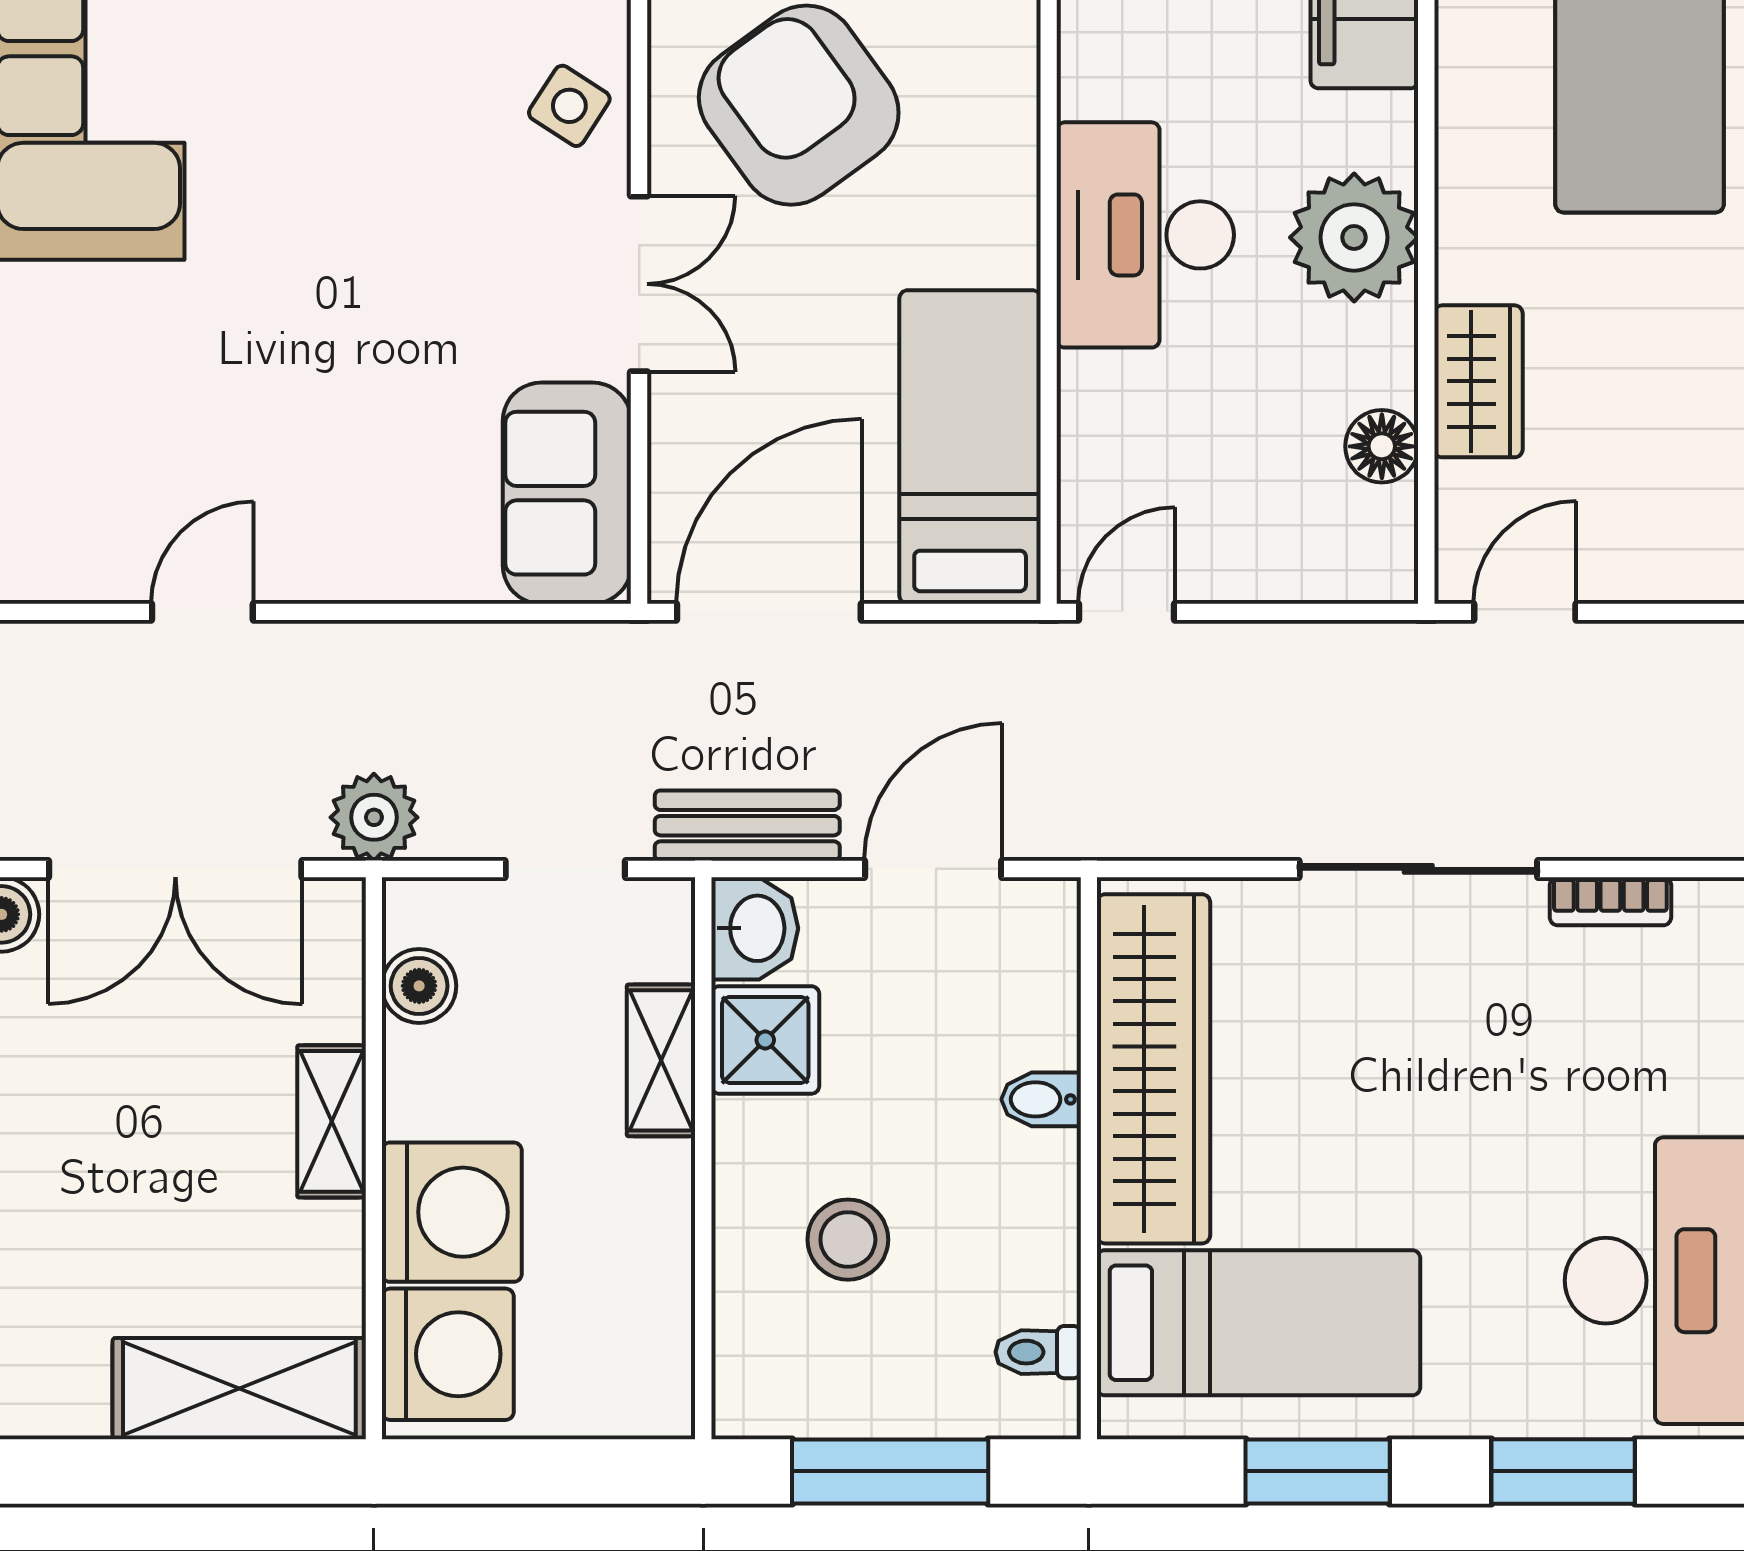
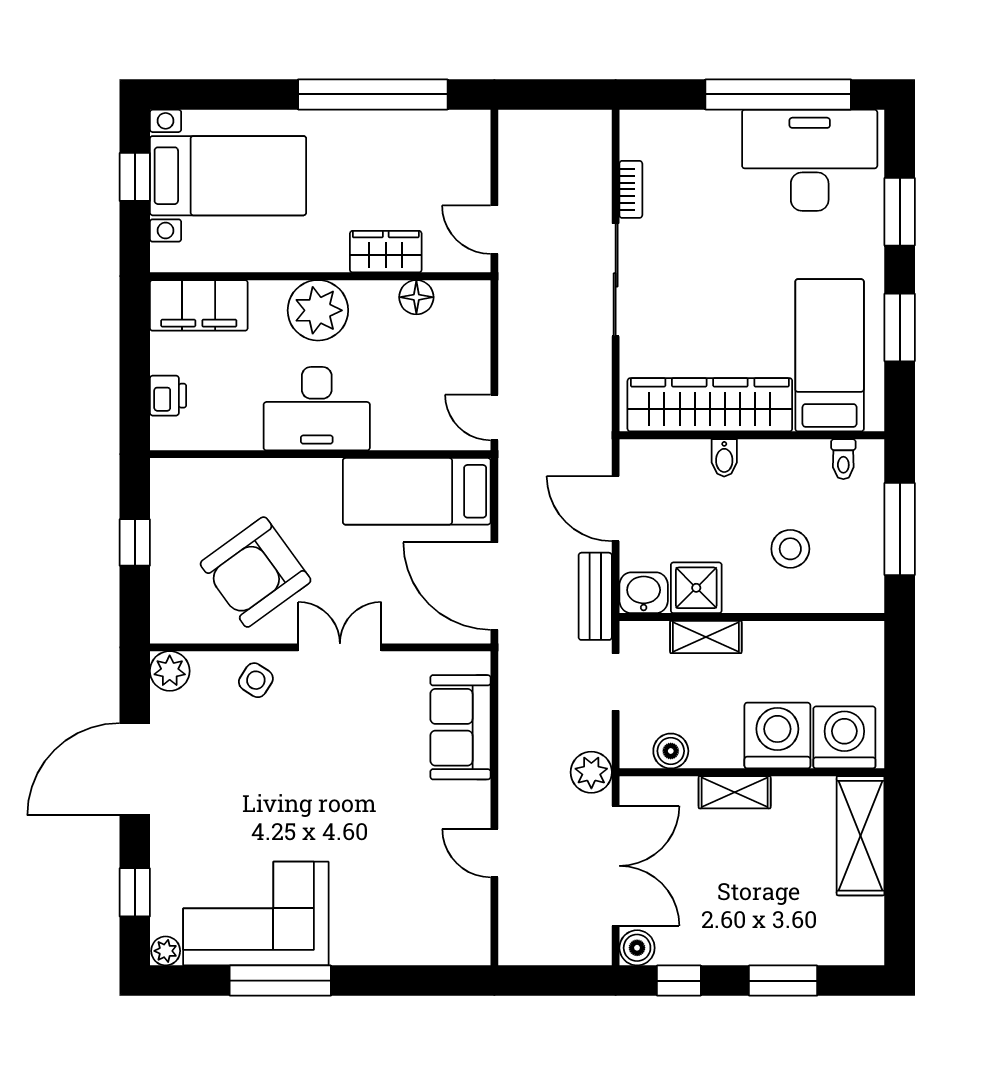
sofa: (567, 493) -> (460, 727), moved, turned 90

